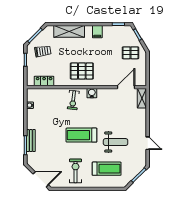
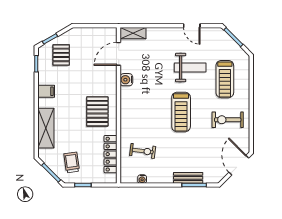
pallet: (130, 53) -> (61, 55), moved
locker: (44, 81) -> (111, 154), width x1.53
door: (126, 87) -> (119, 54), hinge flipped
water cooler: (92, 93) -> (126, 80), moved
exercise bike: (73, 100) -> (143, 151), moved
weight bench: (116, 142) -> (190, 68), turned 90
door: (148, 143) -> (192, 26), swing flipped
treadmill: (107, 169) -> (225, 79), turned 180

